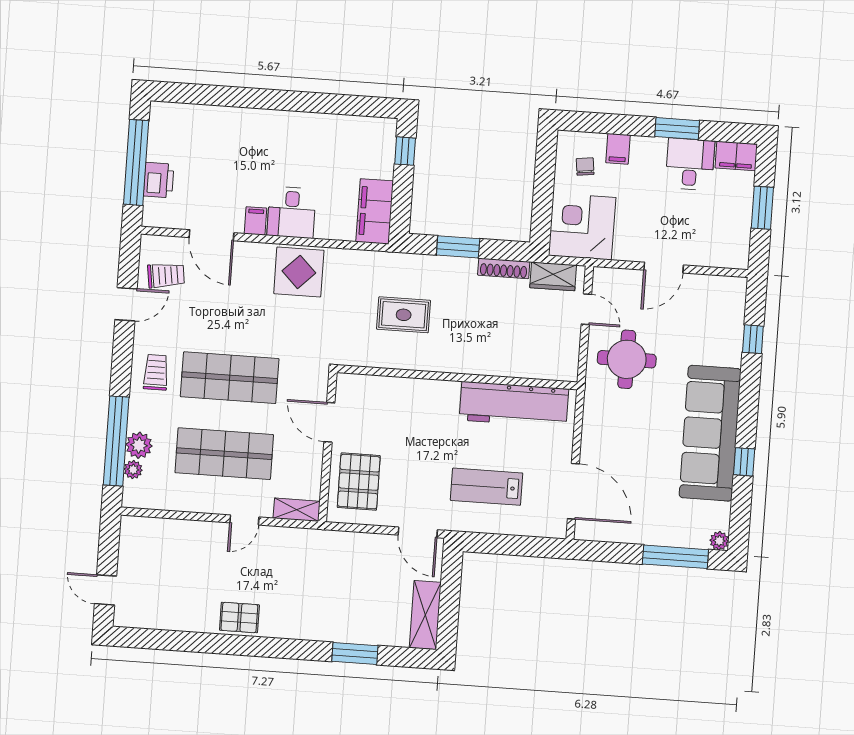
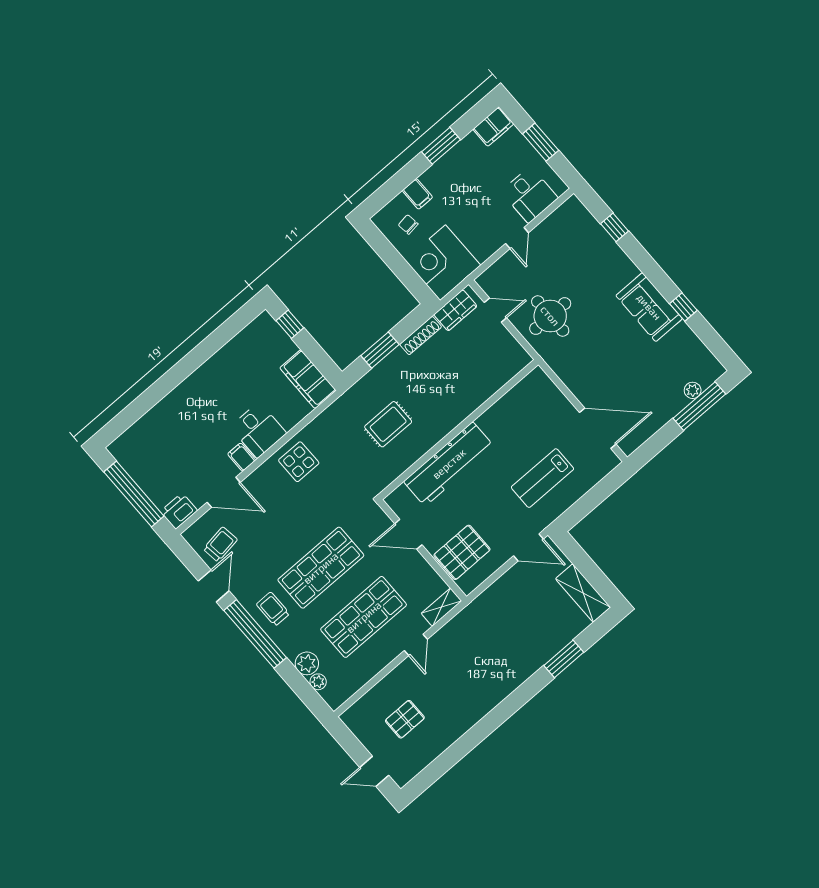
desk: (690, 164) -> (530, 195), moved, turned 180
printer: (159, 180) -> (179, 511), moved, turned -90
door: (664, 268) -> (517, 238), width x0.73
display table: (299, 272) -> (299, 462), width x0.73, depth x0.73
workbench: (514, 404) -> (449, 464), moved
sofa: (710, 433) -> (649, 307), width x0.54, depth x0.79
window: (116, 441) -> (255, 634), moved
pallet: (359, 482) -> (462, 552), turned 90
plant: (719, 541) -> (693, 390), moved
pallet: (239, 617) -> (405, 719), moved

